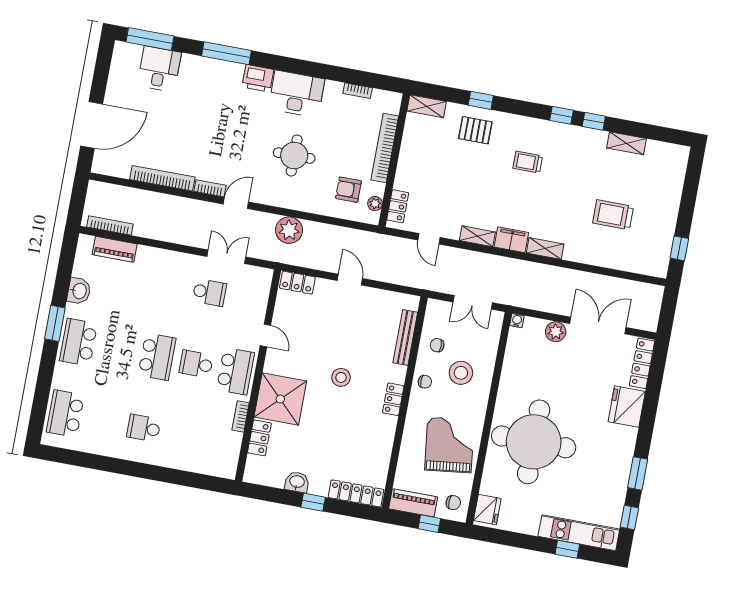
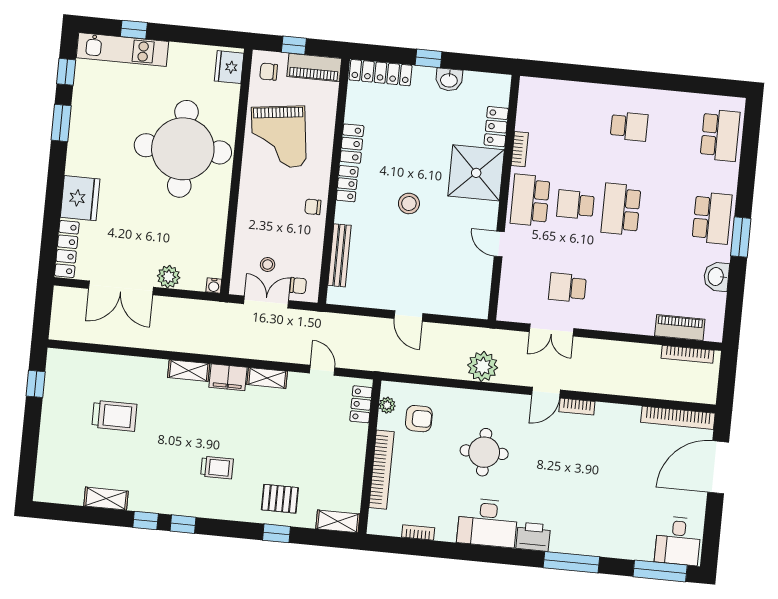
desk: (159, 69) -> (678, 541), moved
bookcase: (162, 178) -> (678, 418), moved
locker: (297, 283) -> (352, 144), moved, turned 90
chair: (437, 345) -> (298, 286), moved
school desk: (196, 364) -> (576, 205), turned 180
stool: (461, 373) -> (268, 264), moved, width x0.53, depth x0.53

